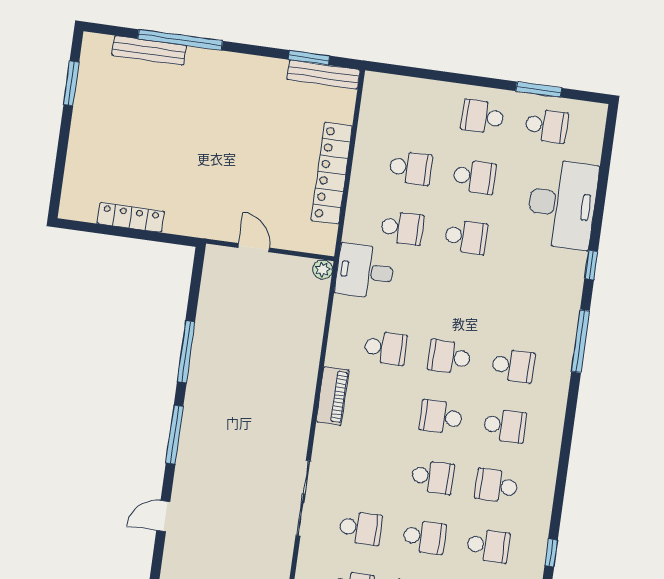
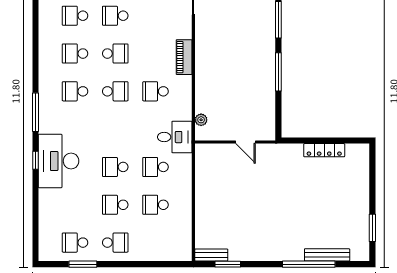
bench: (323, 75) -> (211, 255), width x0.73
locker: (332, 173) -> (204, 195), removed
desk: (562, 204) -> (59, 161), moved
plant: (323, 270) -> (201, 120), moved
school desk: (496, 486) -> (75, 16), turned 180

